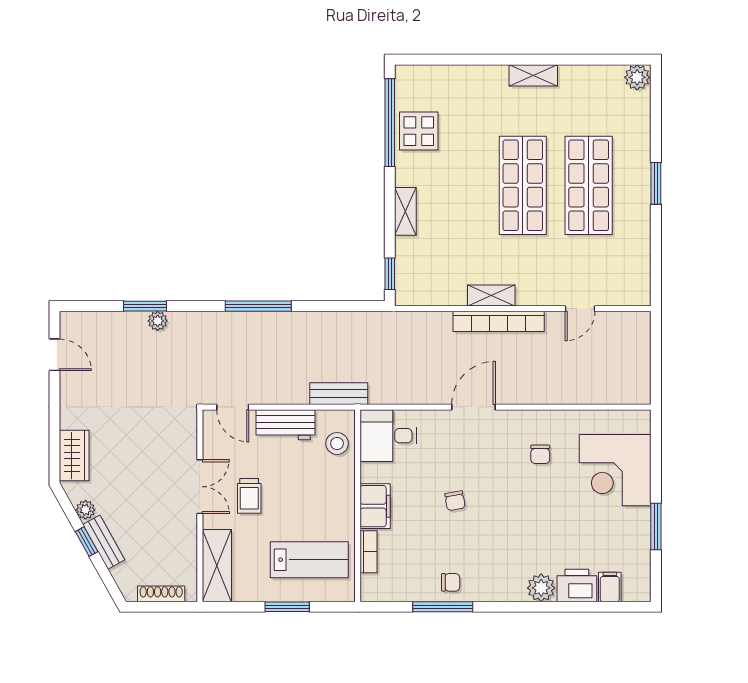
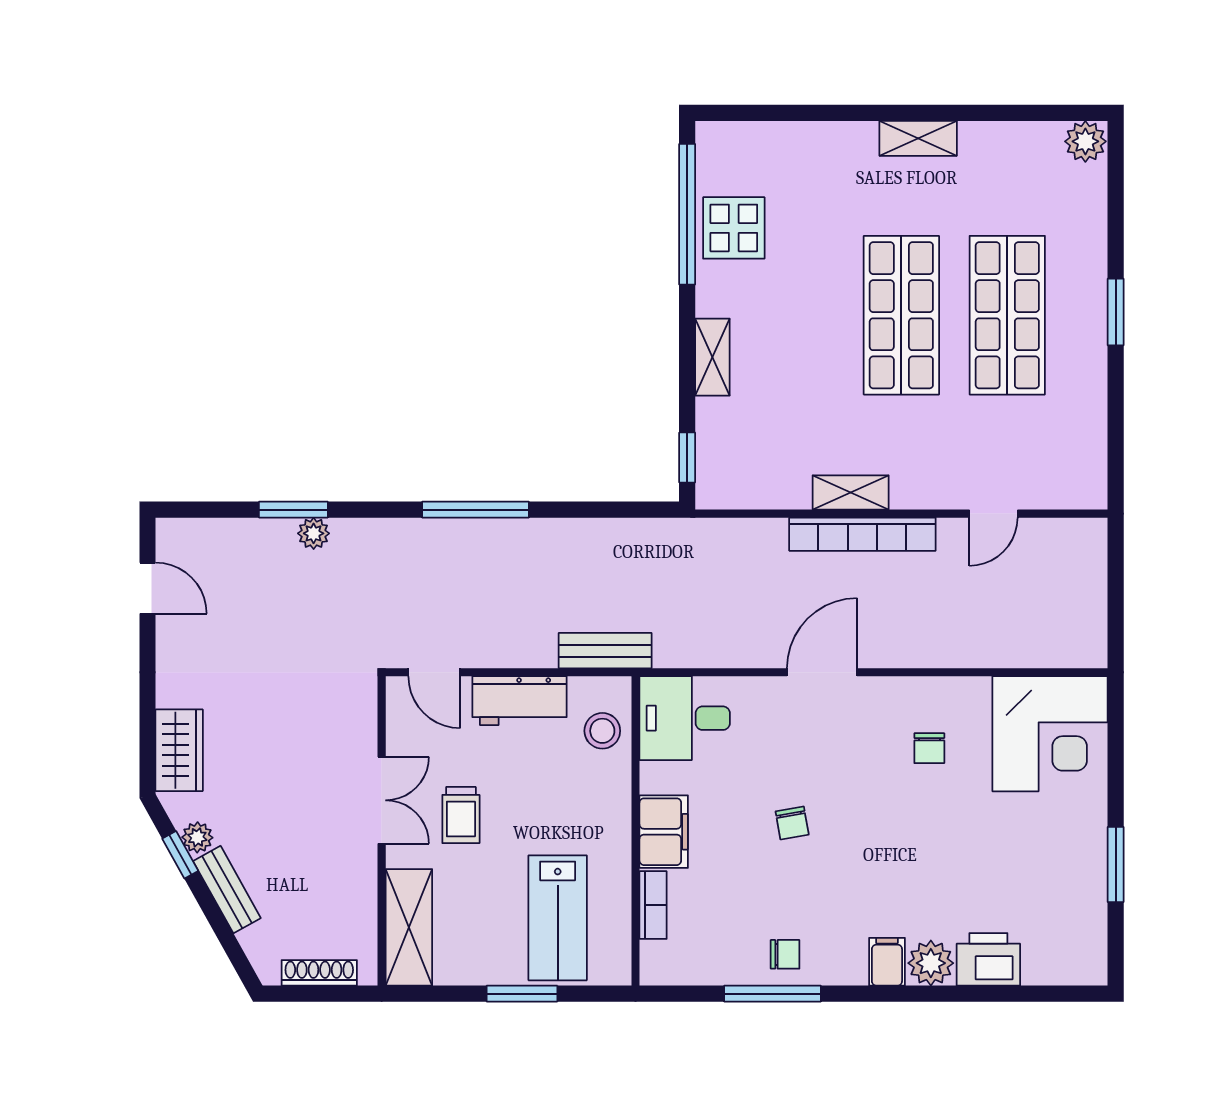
corner desk: (615, 470) -> (1050, 734), moved, turned -90
window: (87, 542) -> (180, 855), moved
lab bench: (309, 560) -> (558, 918), turned 90
filing cabinet: (610, 587) -> (887, 962), moved

